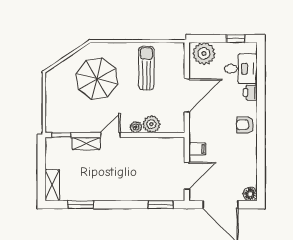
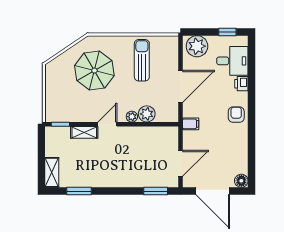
armchair: (245, 125) -> (236, 115), turned 90
filing cabinet: (197, 149) -> (191, 124), moved

